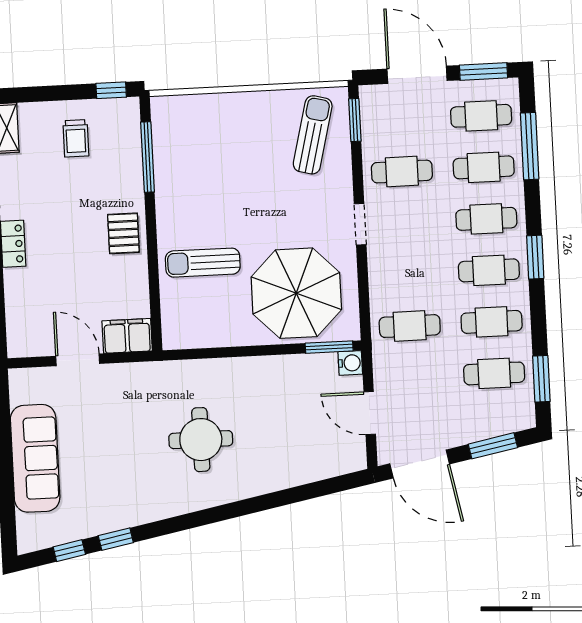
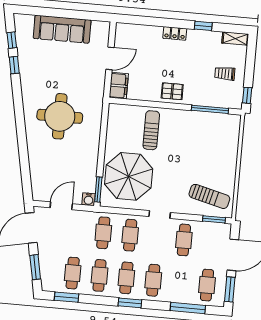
cafe table: (484, 167) -> (130, 235), moved
round table: (201, 440) -> (60, 116), width x1.36, depth x1.36

